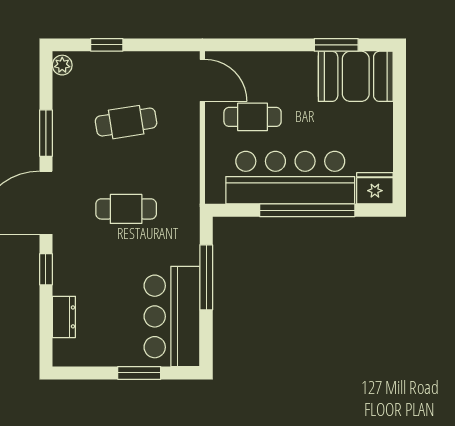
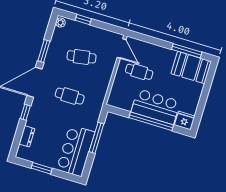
window: (336, 45) -> (187, 51), width x1.44
bar counter: (290, 178) -> (156, 107), width x0.73
window: (139, 373) -> (42, 168), moved

